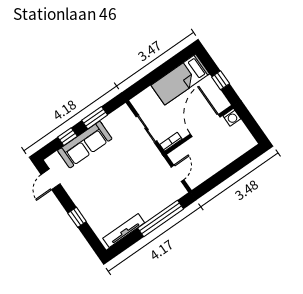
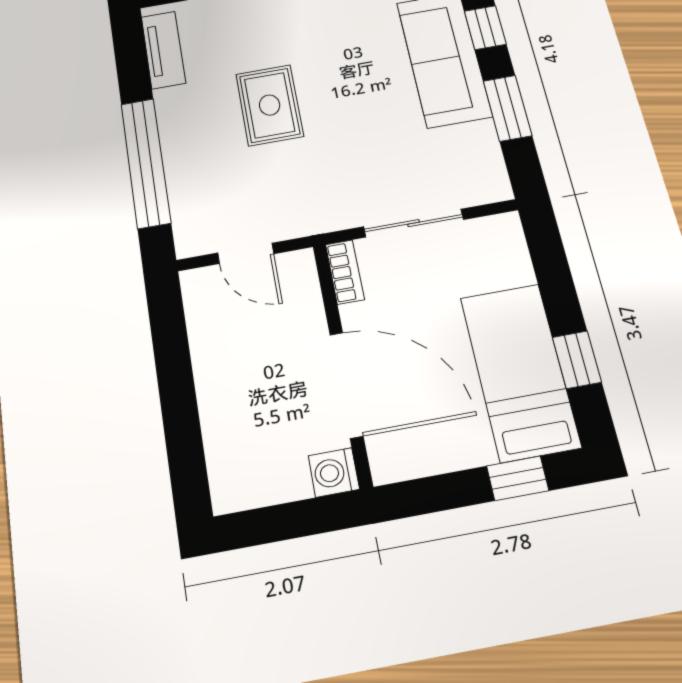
window: (170, 65) -> (577, 360), added
window: (221, 80) -> (518, 478), moved
rug: (124, 191) -> (270, 105), added
tv unit: (124, 230) -> (163, 50), width x0.71

